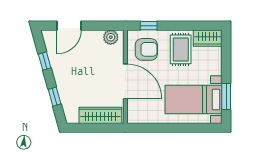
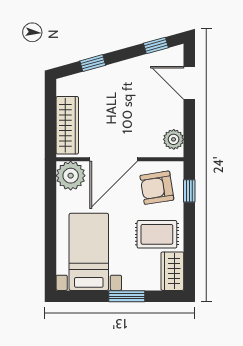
armchair: (146, 49) -> (157, 188), turned 81
window: (45, 61) -> (156, 45), moved
window: (226, 96) -> (127, 296), moved
plant: (137, 113) -> (71, 176), added

